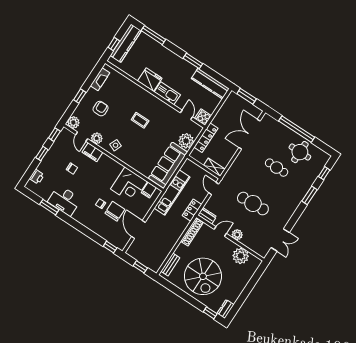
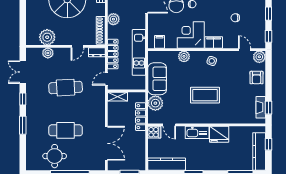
window: (80, 96) -> (268, 108), moved
armchair: (101, 109) -> (257, 78), moved
coffee table: (140, 120) -> (205, 95), width x1.86, depth x1.72
plant: (97, 138) -> (184, 56), moved
filing cabinet: (92, 152) -> (214, 42), moved
sofa: (168, 165) -> (157, 79), width x0.73
cafe table: (277, 168) -> (66, 130), width x1.37, depth x1.35
window: (324, 173) -> (23, 99), moved
corner desk: (129, 185) -> (191, 35), moved
door: (214, 188) -> (106, 79), swing flipped
locker: (192, 210) -> (113, 54), width x1.53
plant: (175, 234) -> (113, 19), added
plant: (237, 235) -> (48, 53), moved

